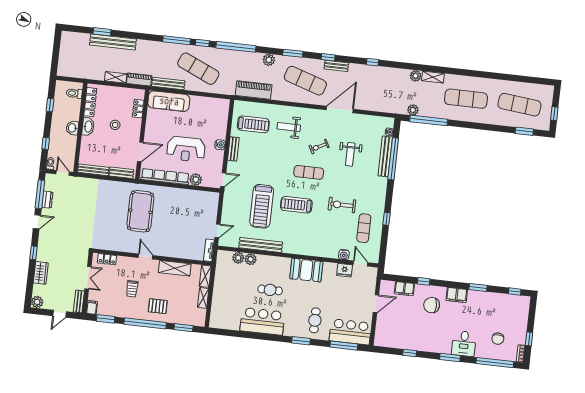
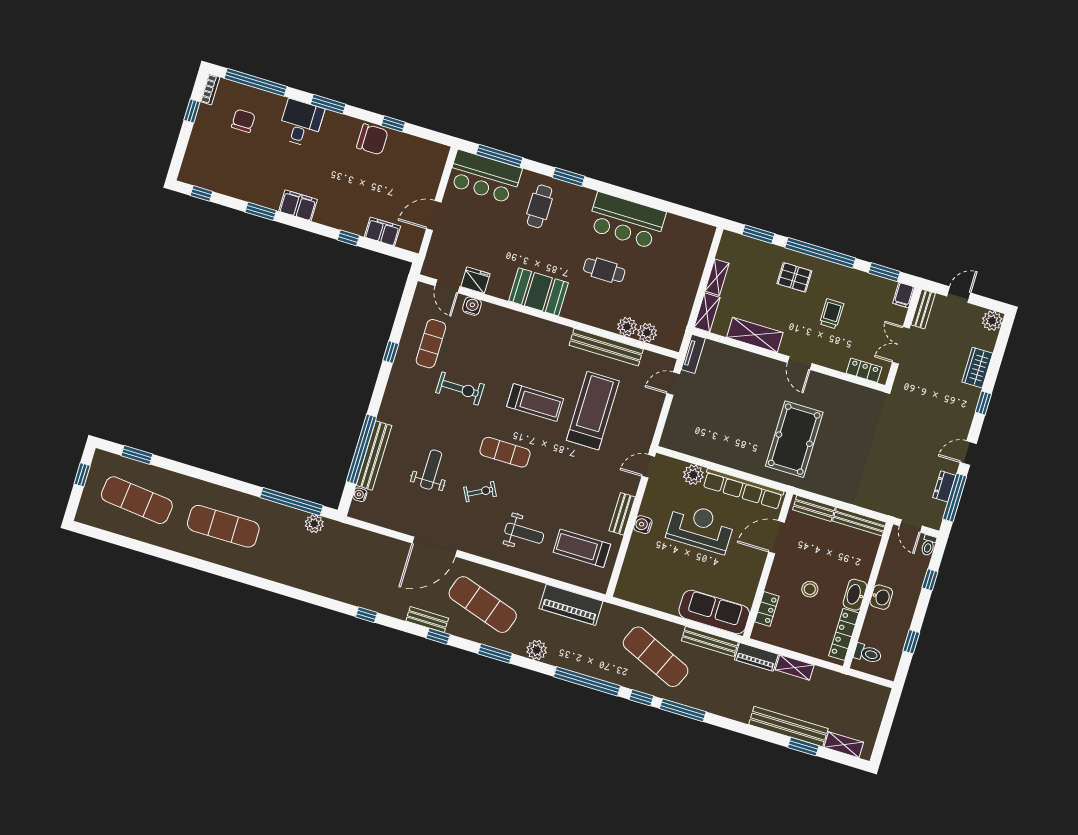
plant: (416, 76) -> (300, 579), removed
shelving: (433, 77) -> (844, 745), moved
chair: (432, 305) -> (372, 139), moved

